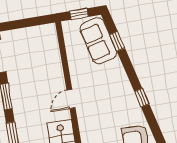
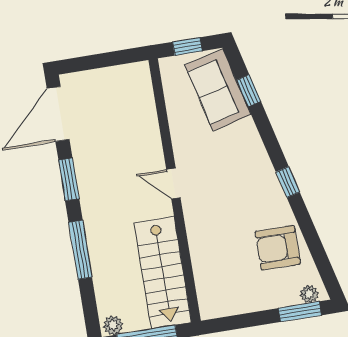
door: (71, 99) -> (173, 184), hinge flipped

